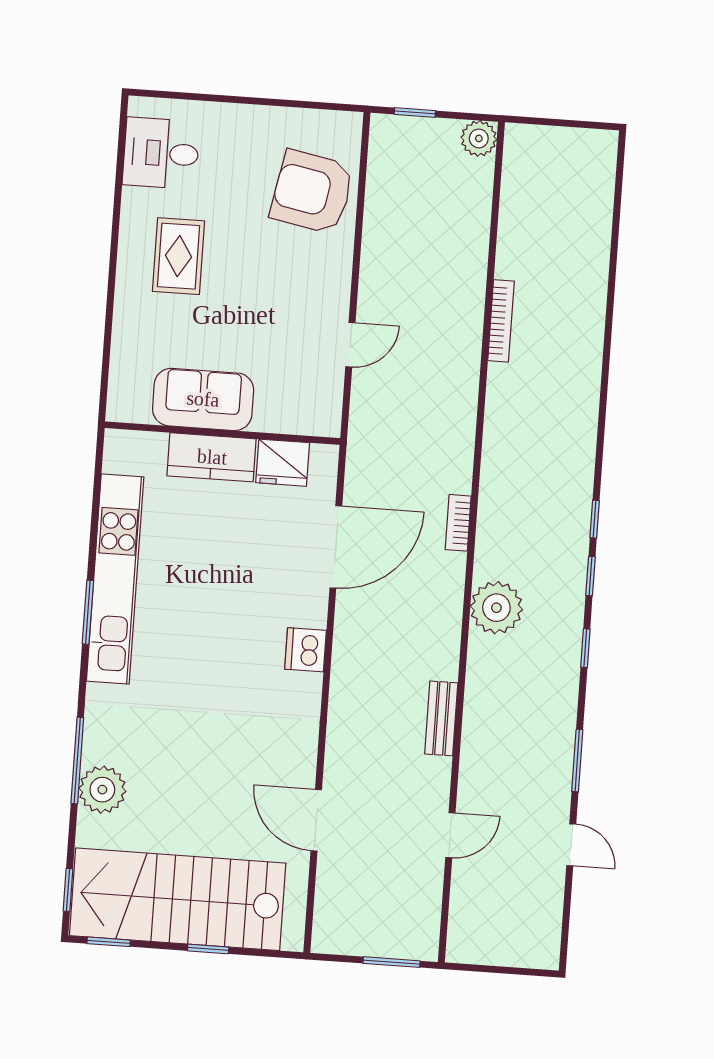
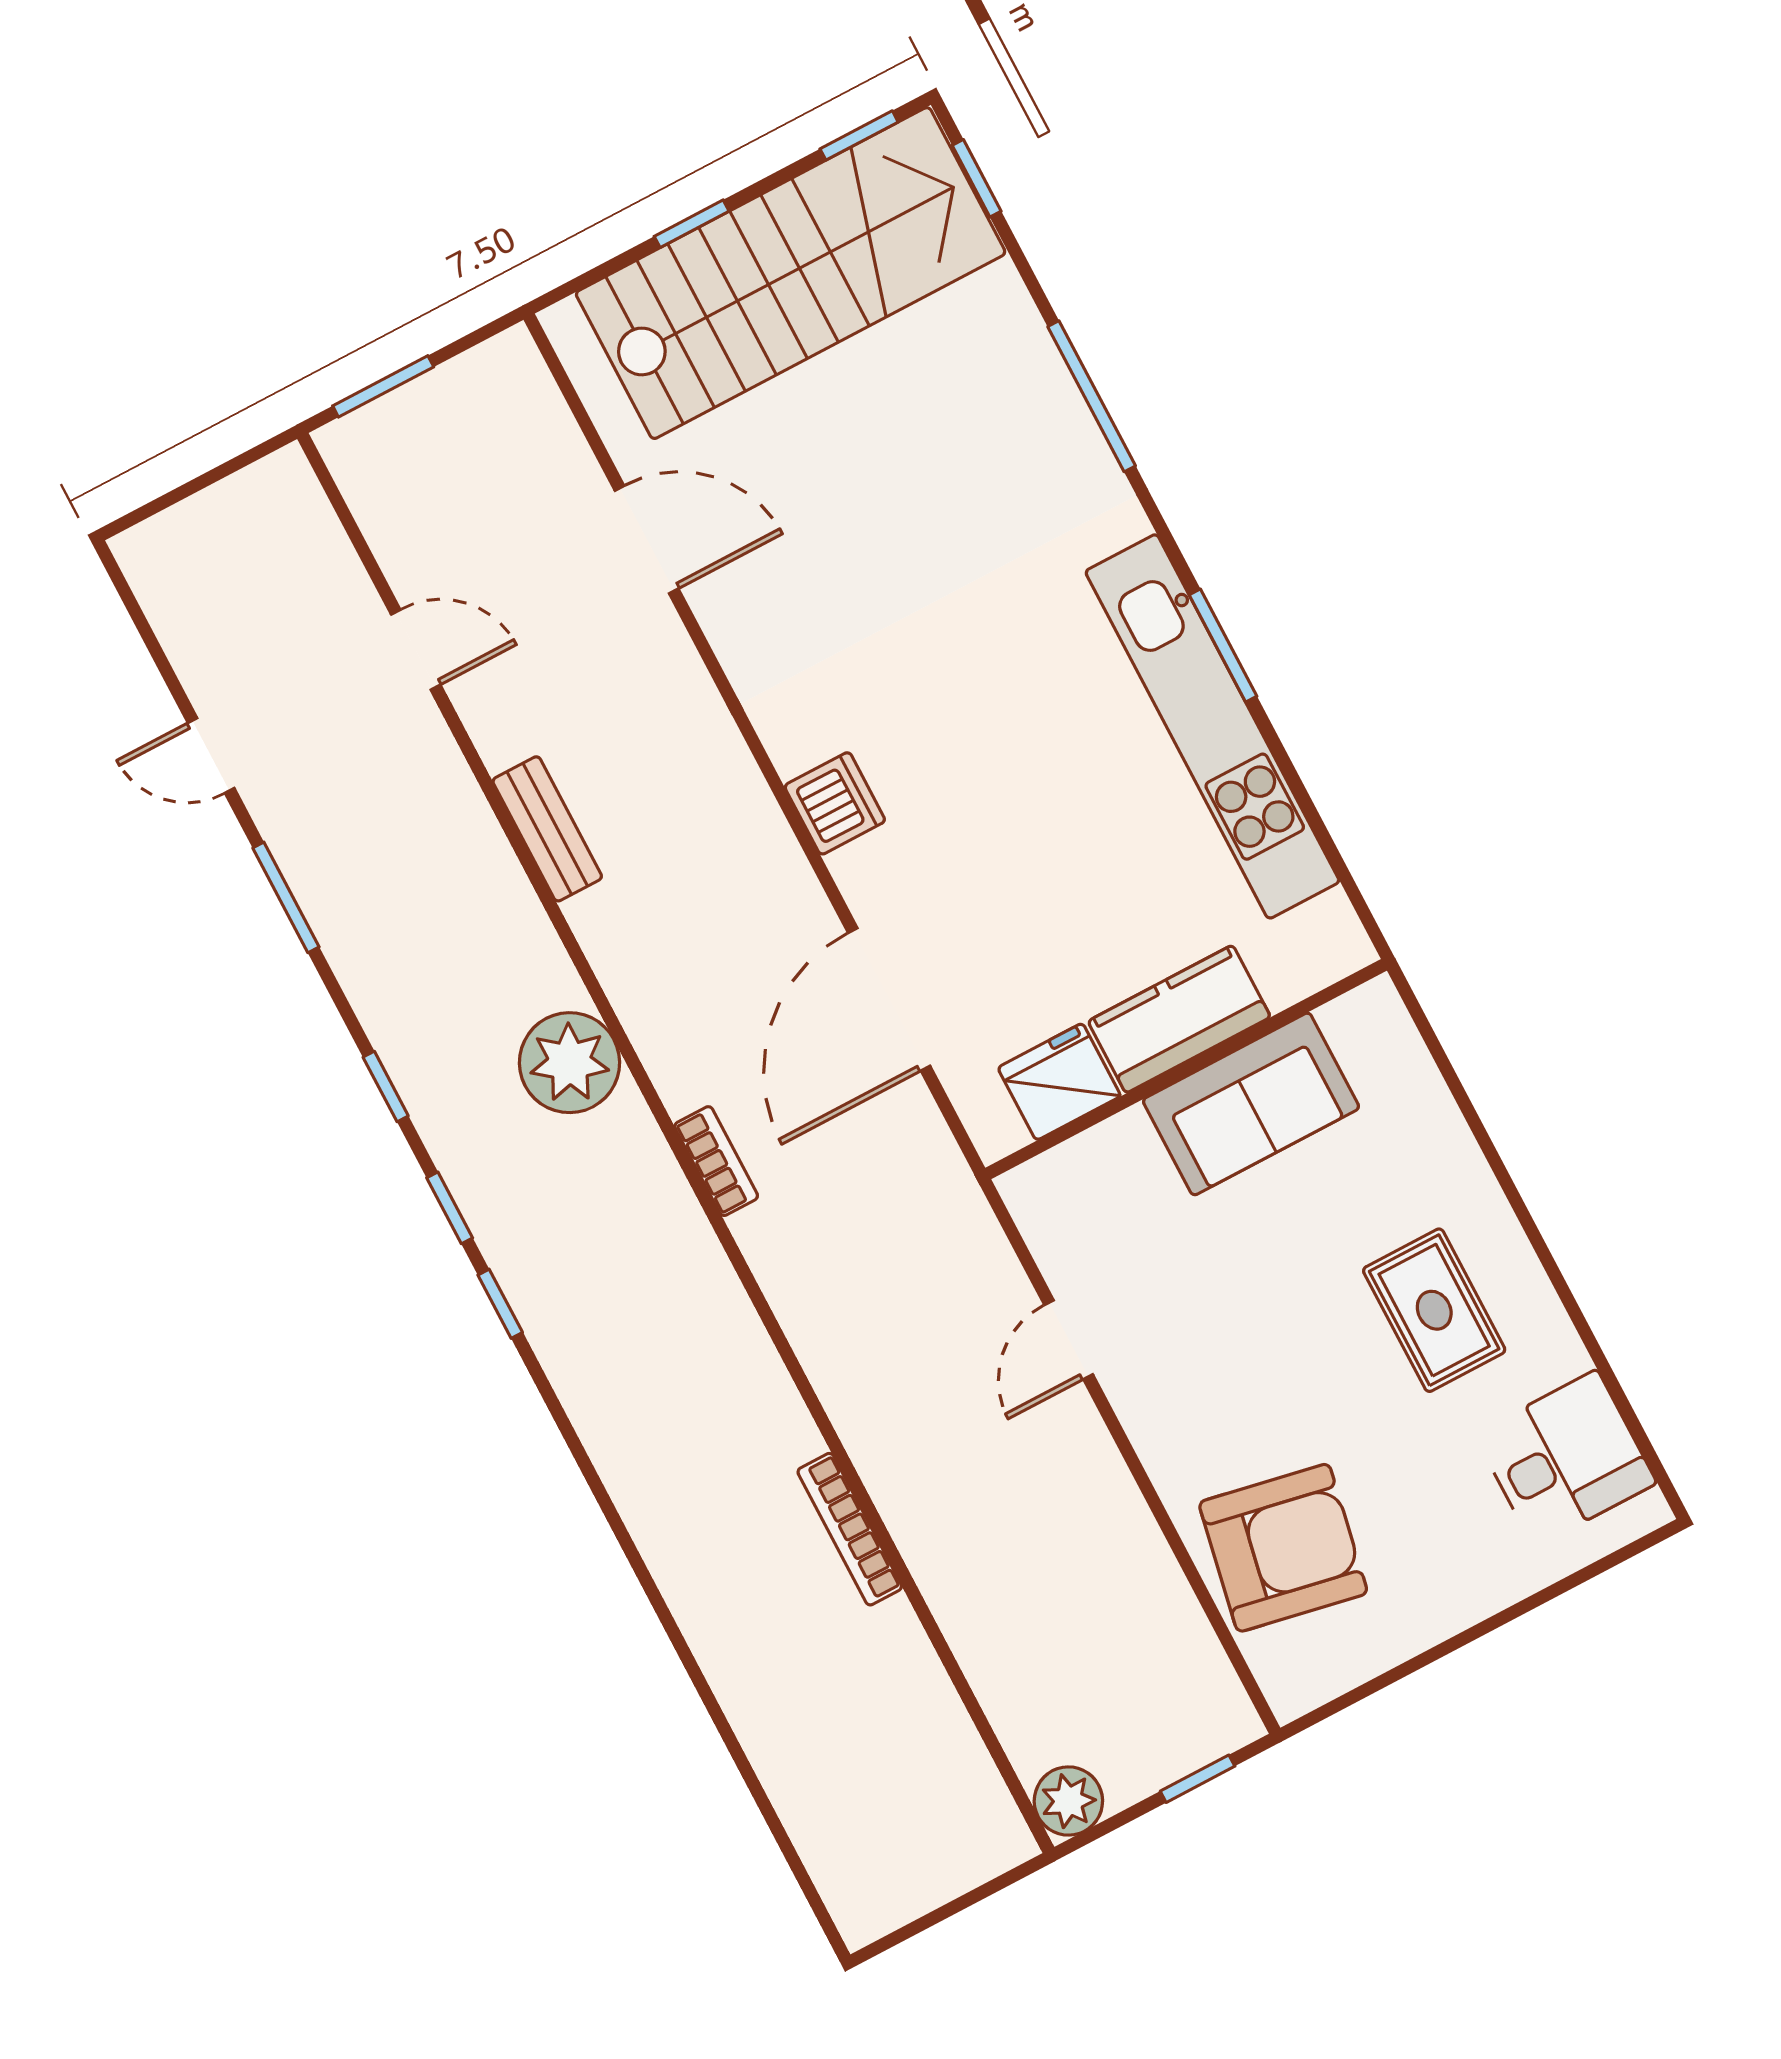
plant: (102, 790) -> (1022, 374), removed
door: (450, 835) -> (416, 650), swing flipped

